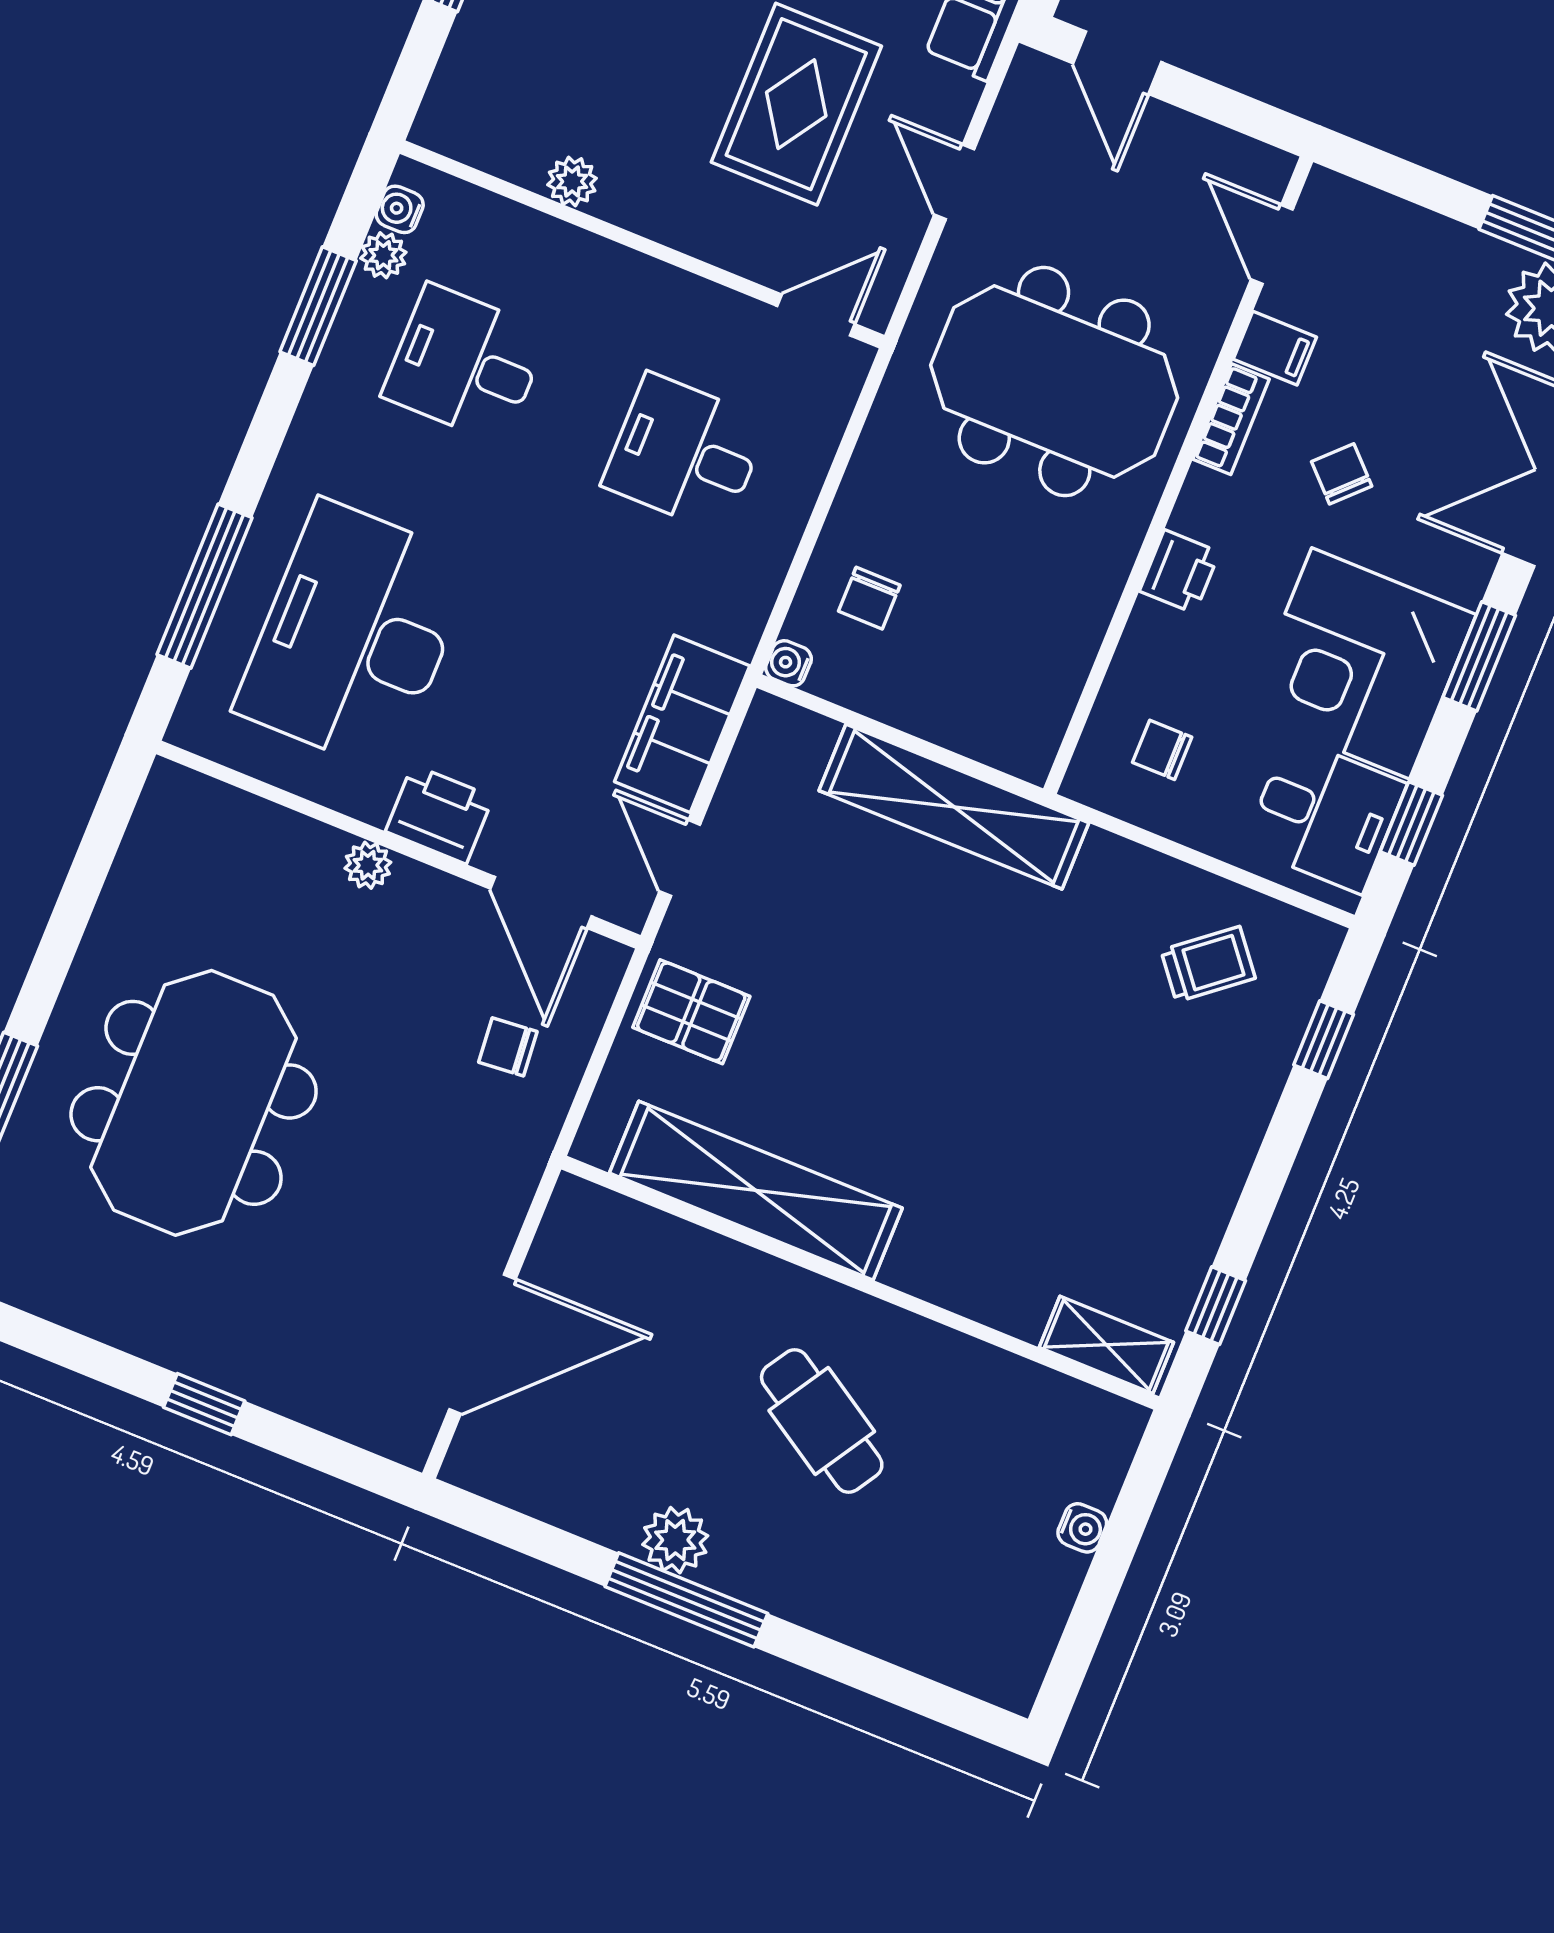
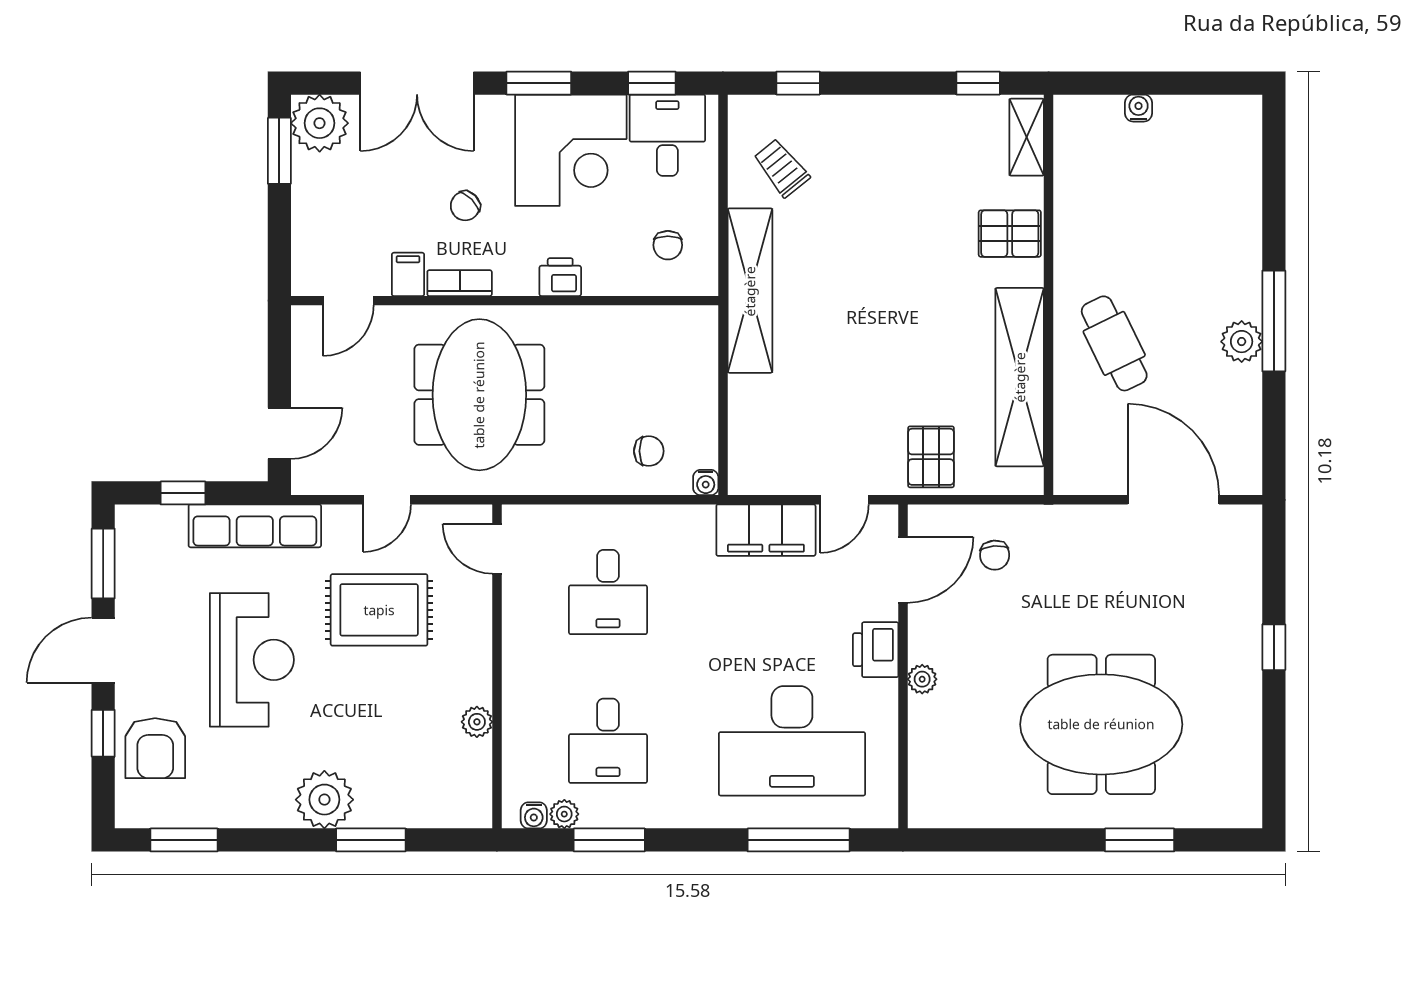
shelving: (954, 807) -> (750, 291), moved
pallet: (974, 1262) -> (1010, 234), added
cafe table: (822, 1421) -> (1114, 343), moved, turned -58

